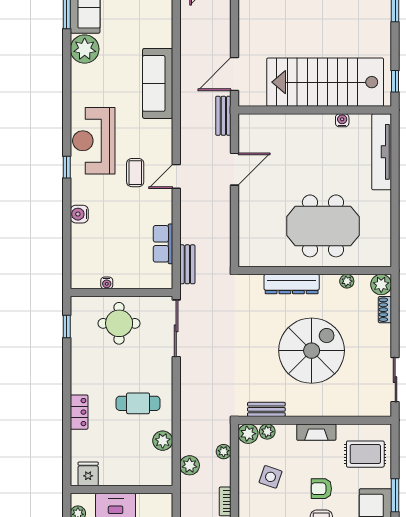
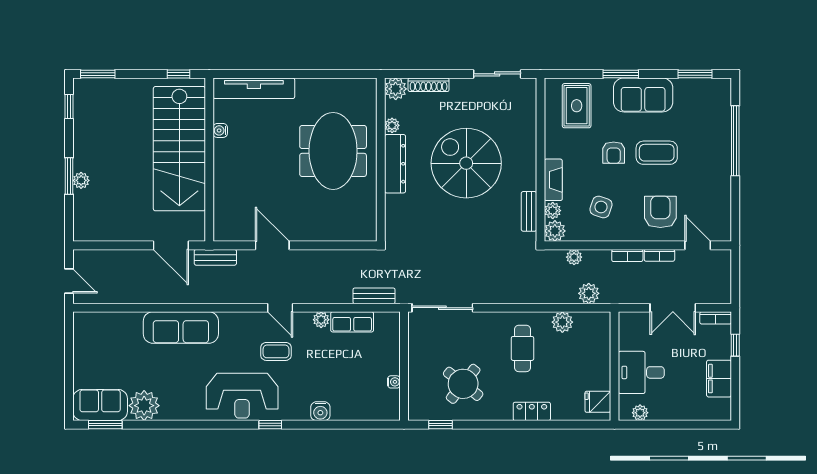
plant: (165, 215) -> (321, 320), added
dresser: (292, 284) -> (395, 164), moved
shoe rack: (385, 310) -> (429, 85), width x1.43
round table: (119, 323) -> (463, 384), moved, turned 38
fireplace: (316, 432) -> (553, 180), moved

